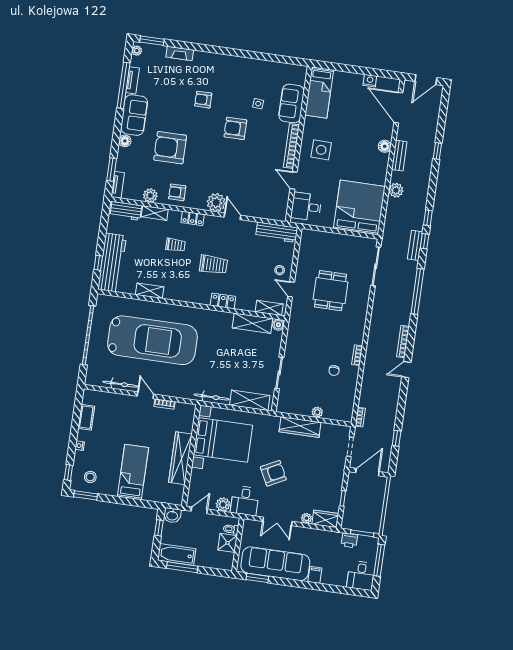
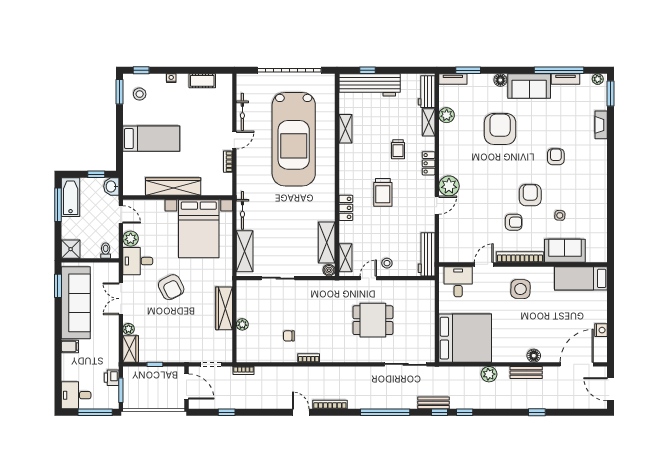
armchair: (177, 192) -> (514, 222), moved, turned 90
shower: (228, 543) -> (71, 249), moved

